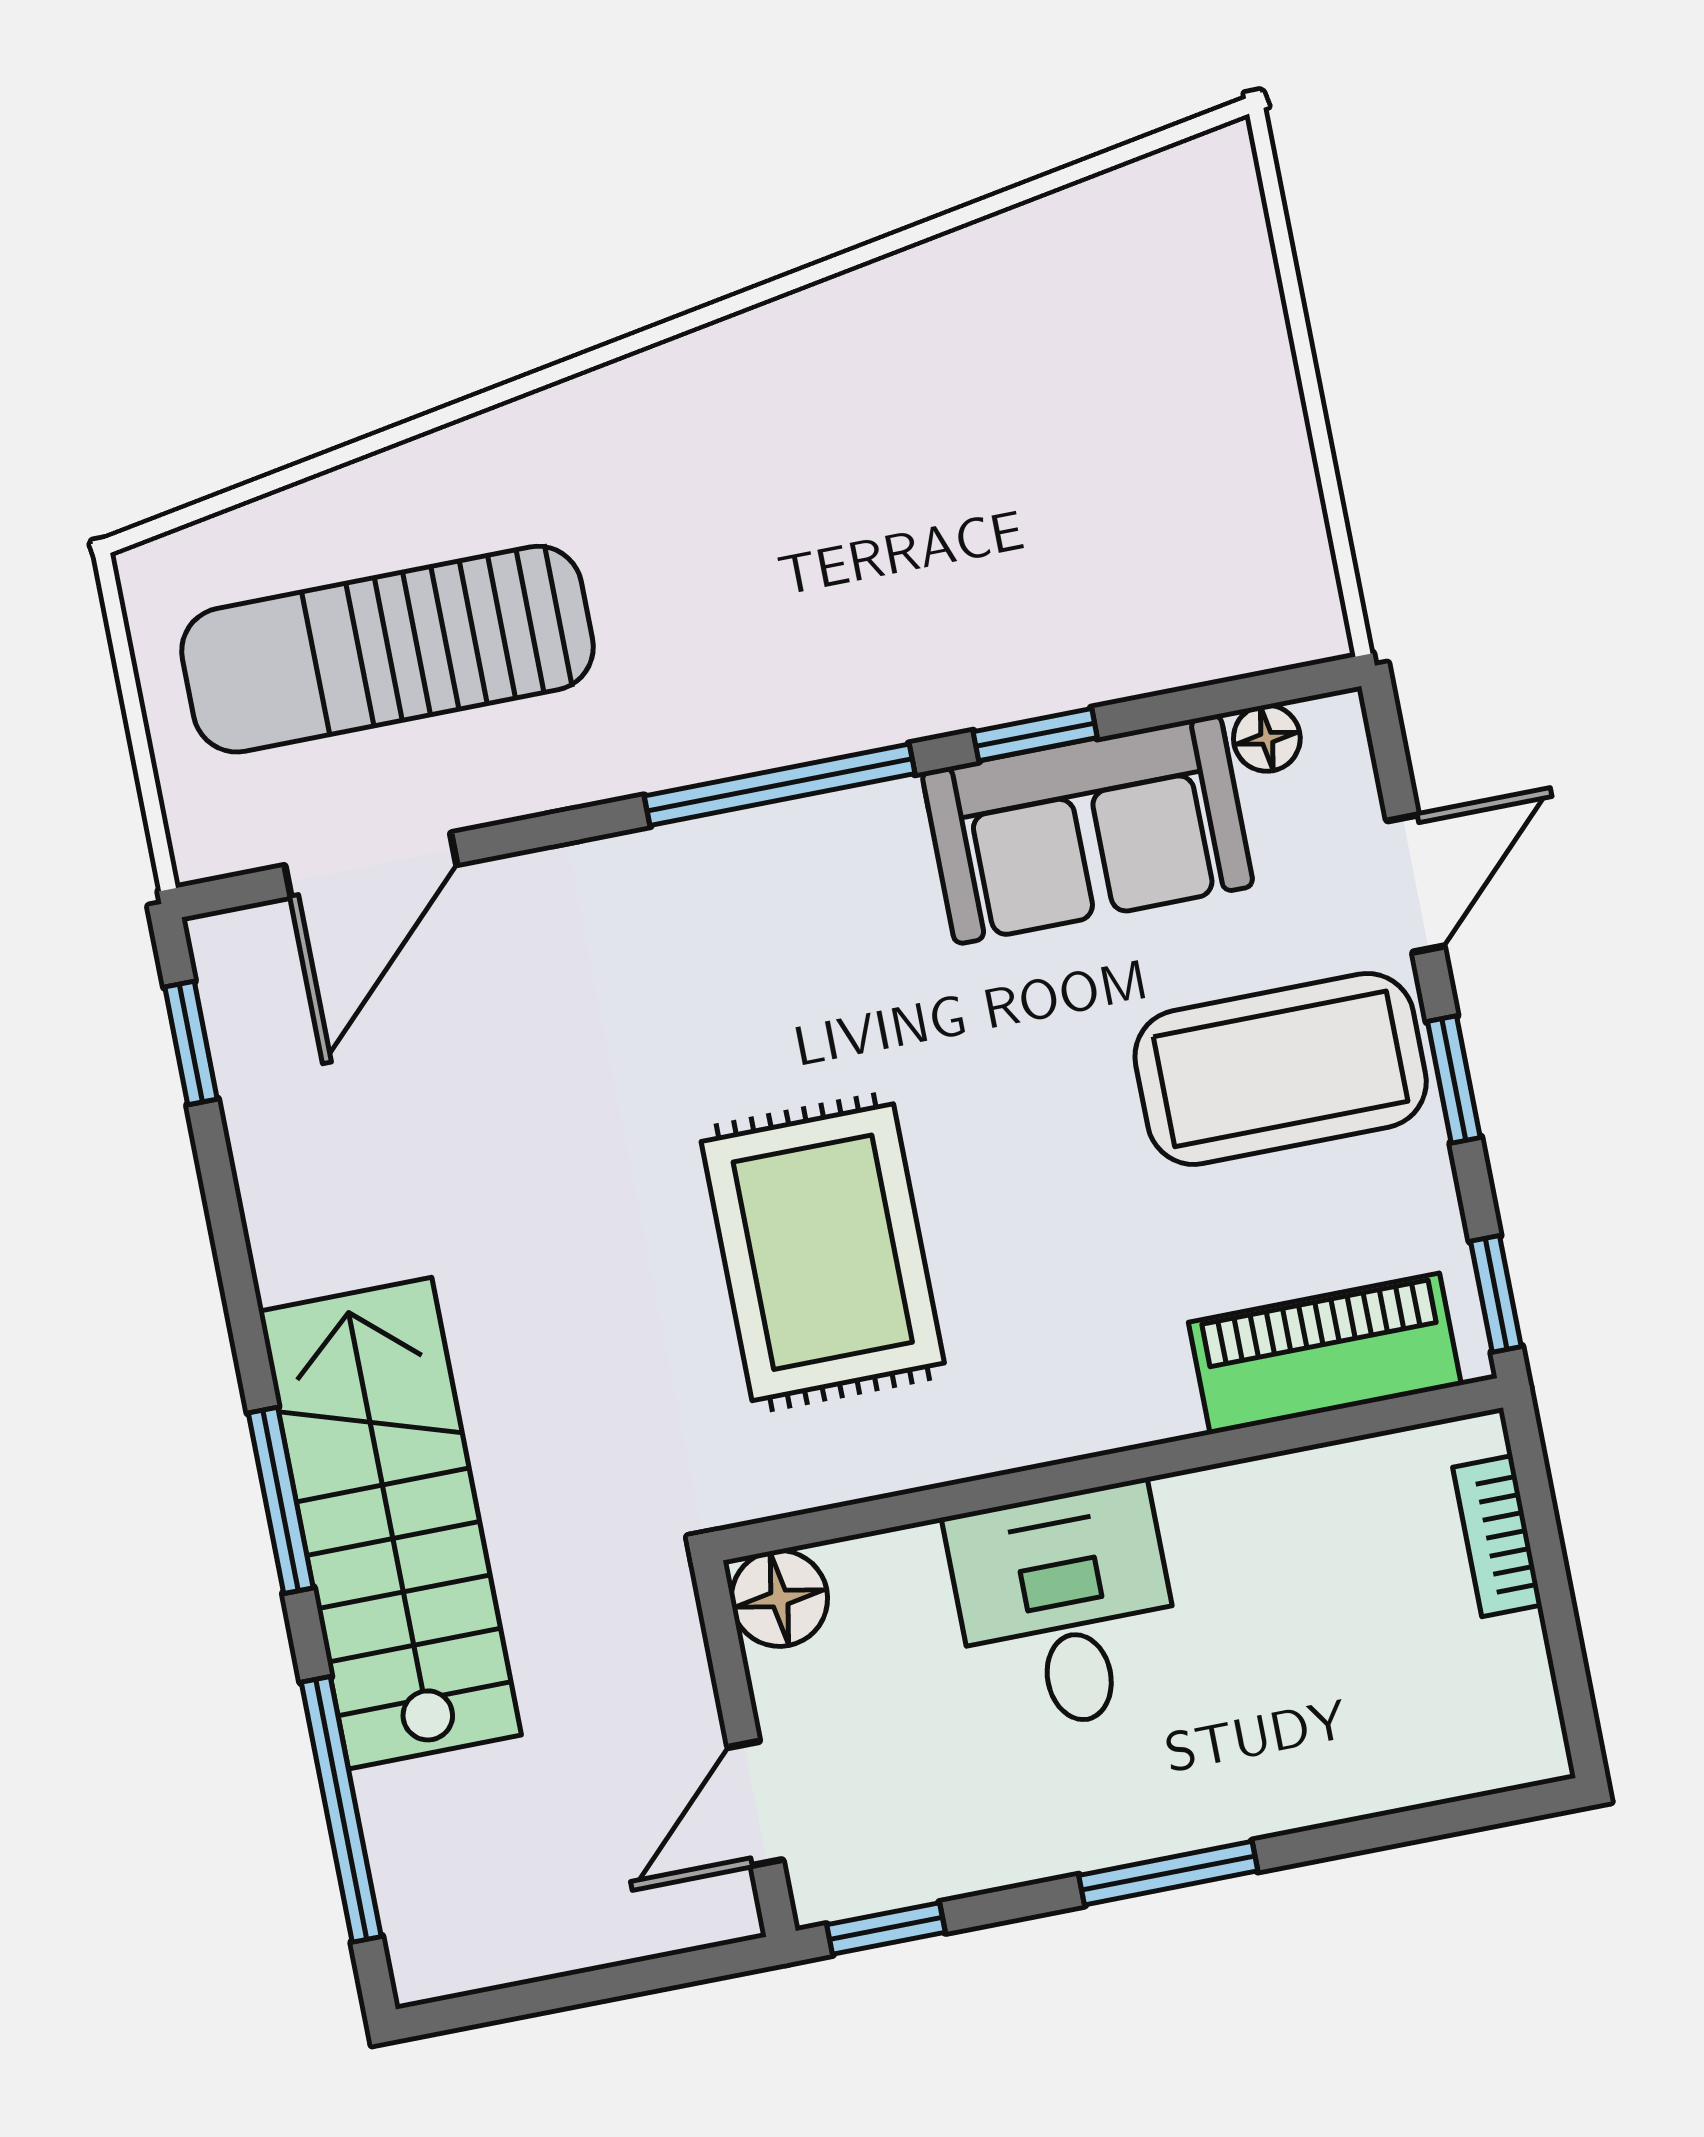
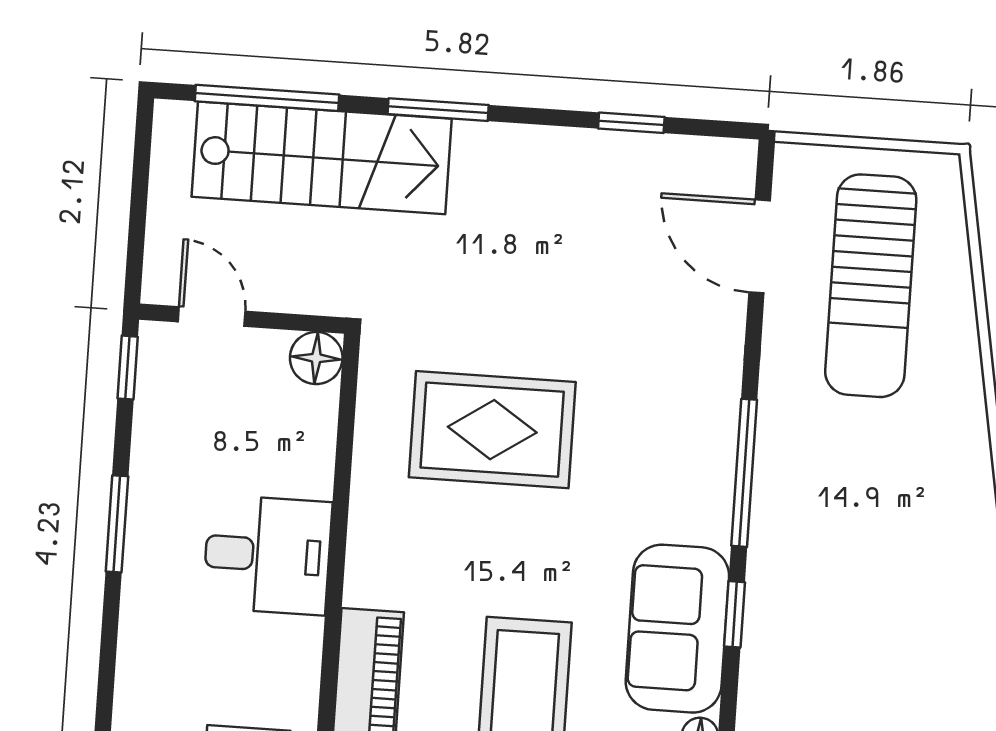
sun lounger: (387, 649) -> (871, 286), turned 180
window: (191, 1043) -> (631, 123), moved
stairs: (390, 1523) -> (322, 158), moved
desk: (1066, 1608) -> (267, 555), moved

